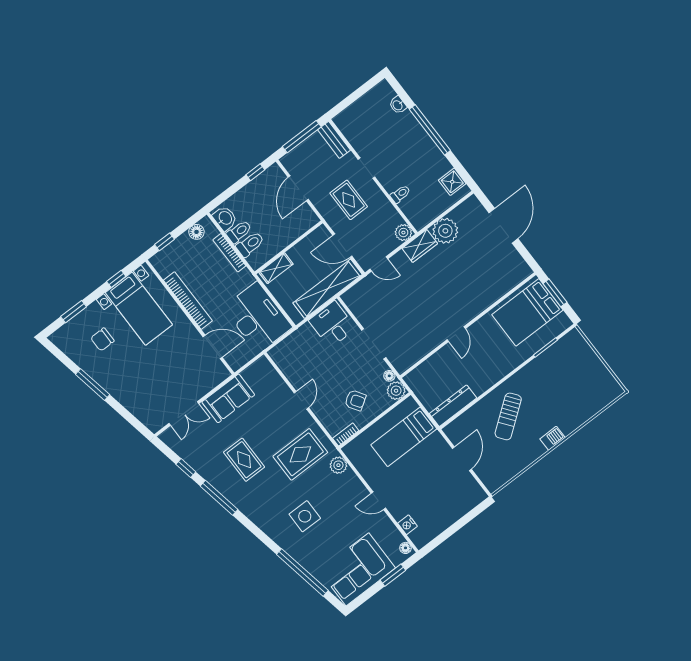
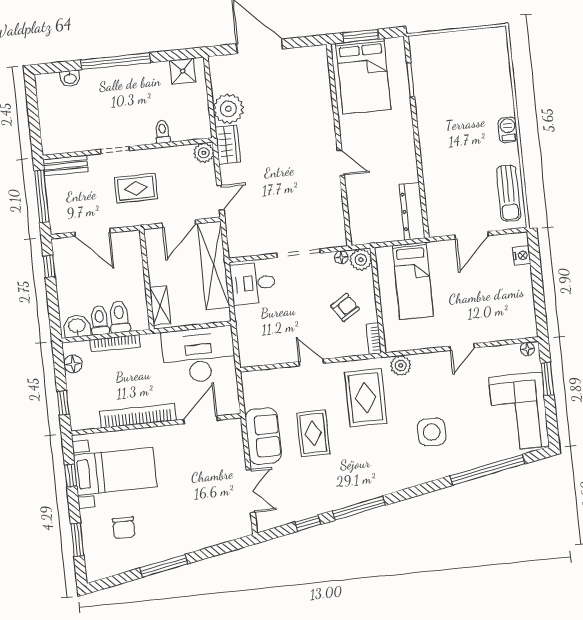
sun lounger: (508, 416) -> (509, 193), moved, turned 37
door: (462, 459) -> (472, 235), swing flipped
rug: (244, 460) -> (313, 433), moved, turned 90
nightstand: (408, 525) -> (521, 255), moved, turned -90

